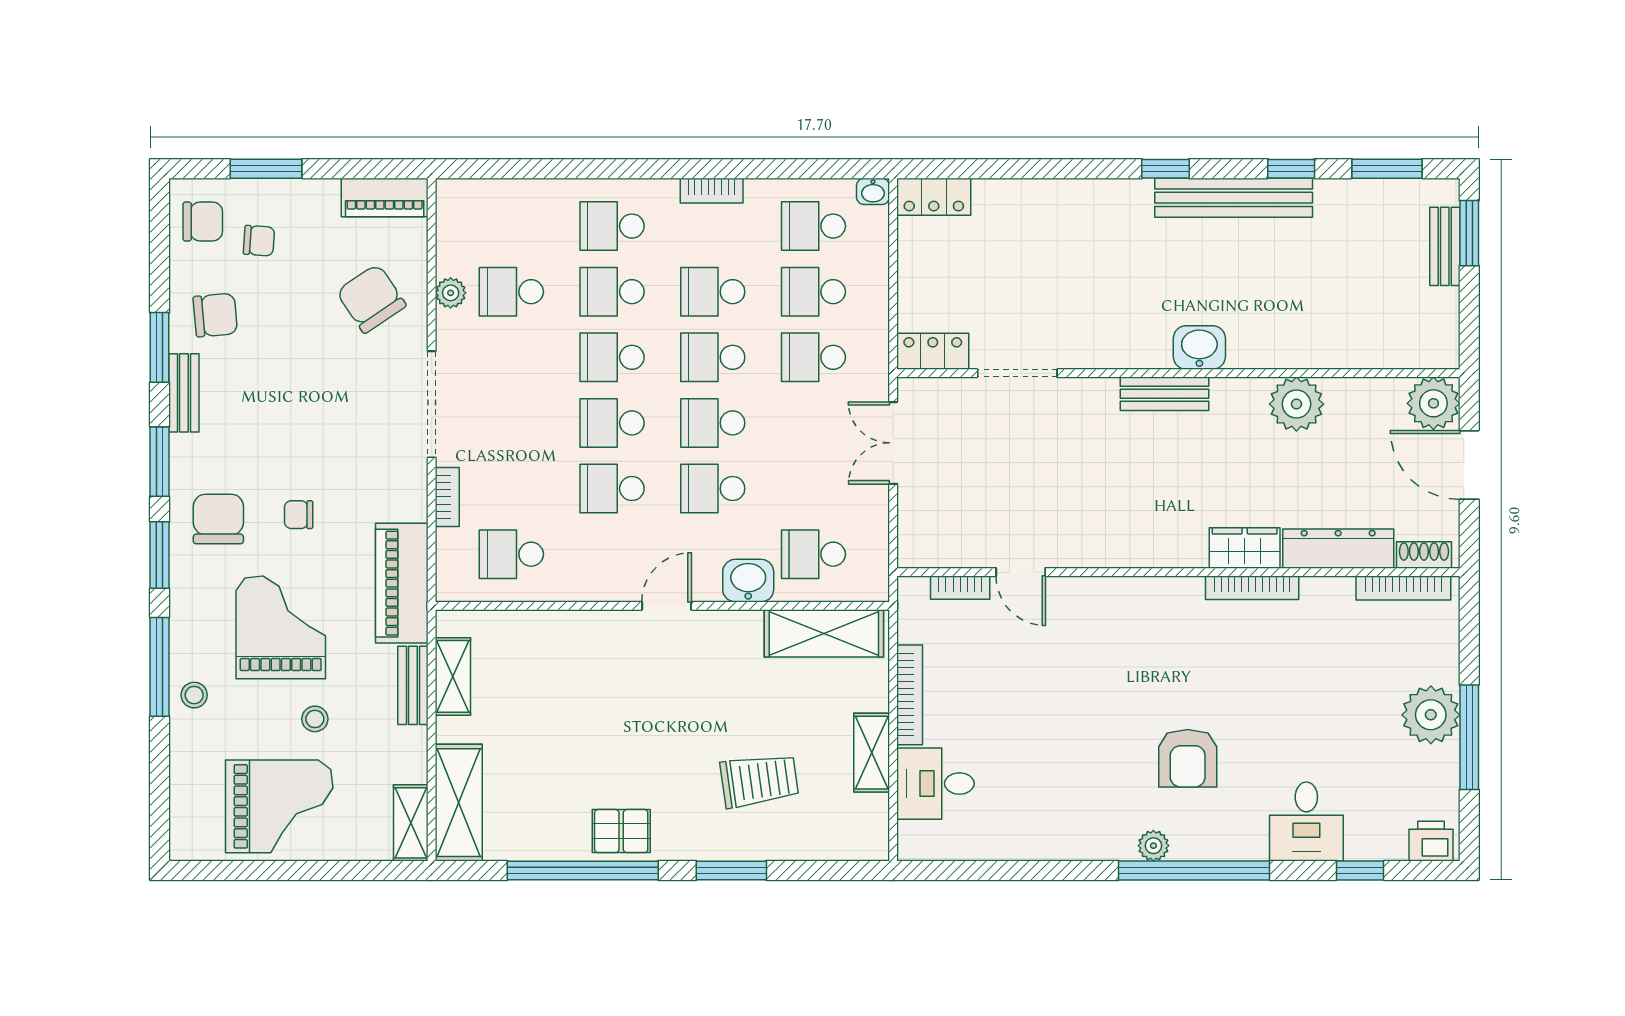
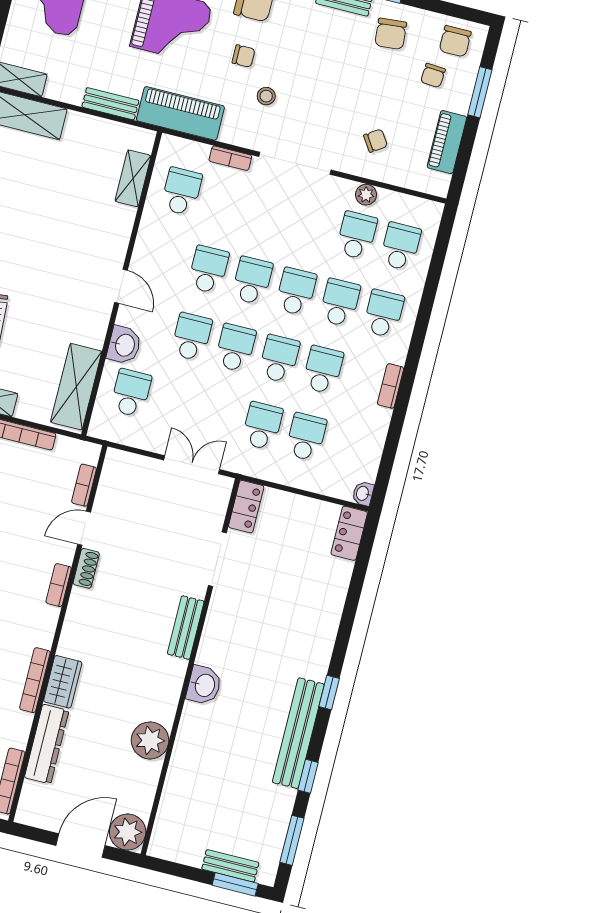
piano: (385, 197) -> (447, 142), moved
school desk: (813, 226) -> (400, 246), moved
chair: (371, 299) -> (376, 141), width x0.54, depth x0.54
bench: (1164, 394) -> (186, 628), moved
chair: (299, 515) -> (243, 56), turned 90
shoe rack: (1424, 555) -> (86, 568), moved
bookcase: (1110, 588) -> (59, 585), added
shelving: (453, 676) -> (133, 178), moved, turned 90
stool: (315, 719) -> (266, 96), moved

